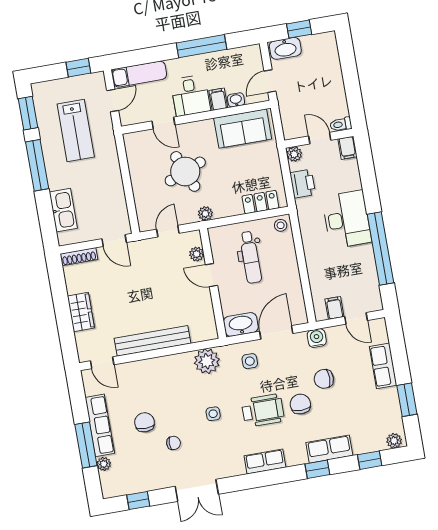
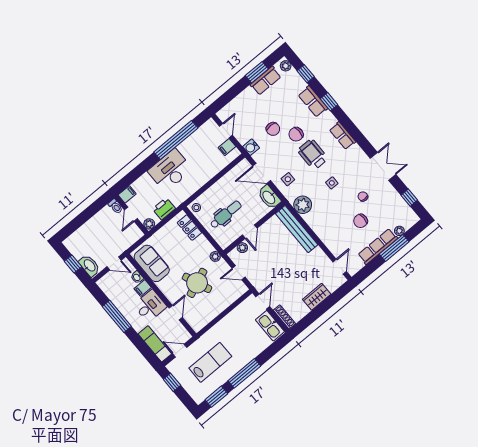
kitchen sink: (63, 210) -> (270, 326), moved, turned -90
bench: (153, 341) -> (297, 229), moved
row of seats: (383, 366) -> (266, 81), moved

